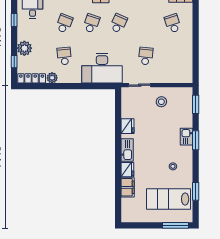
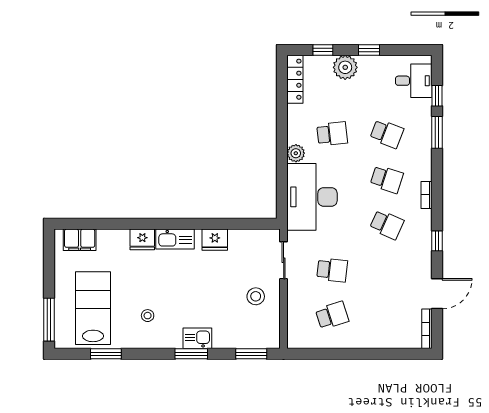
window: (14, 20) -> (369, 50), moved
school desk: (173, 23) -> (332, 315), moved
plant: (52, 78) -> (296, 153), moved
filing cabinet: (128, 187) -> (80, 240), moved

